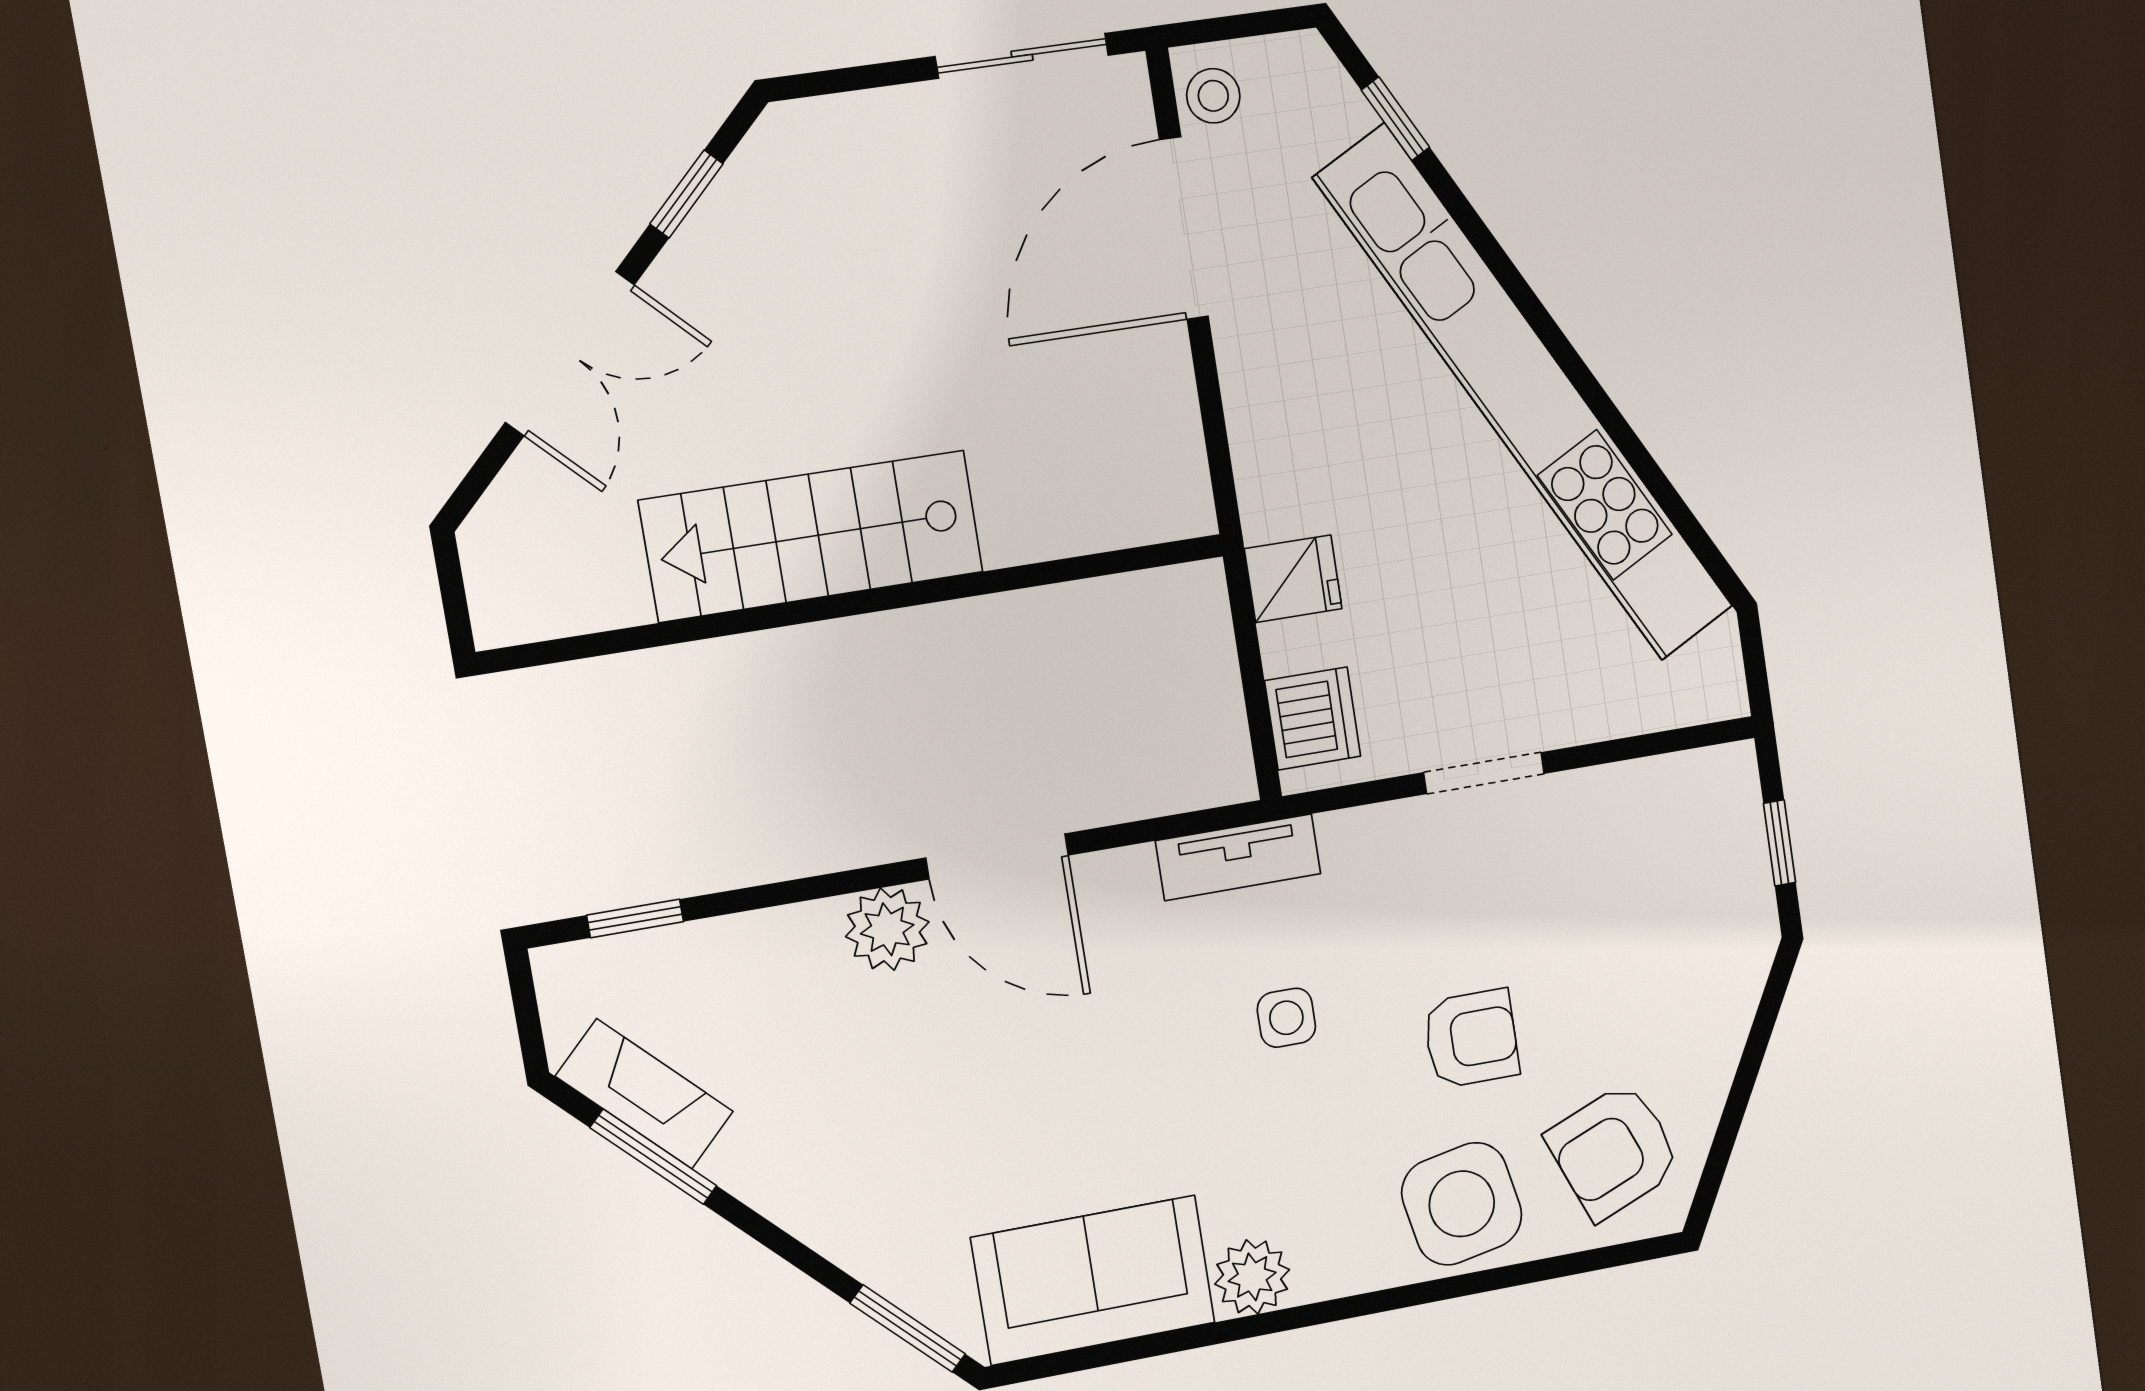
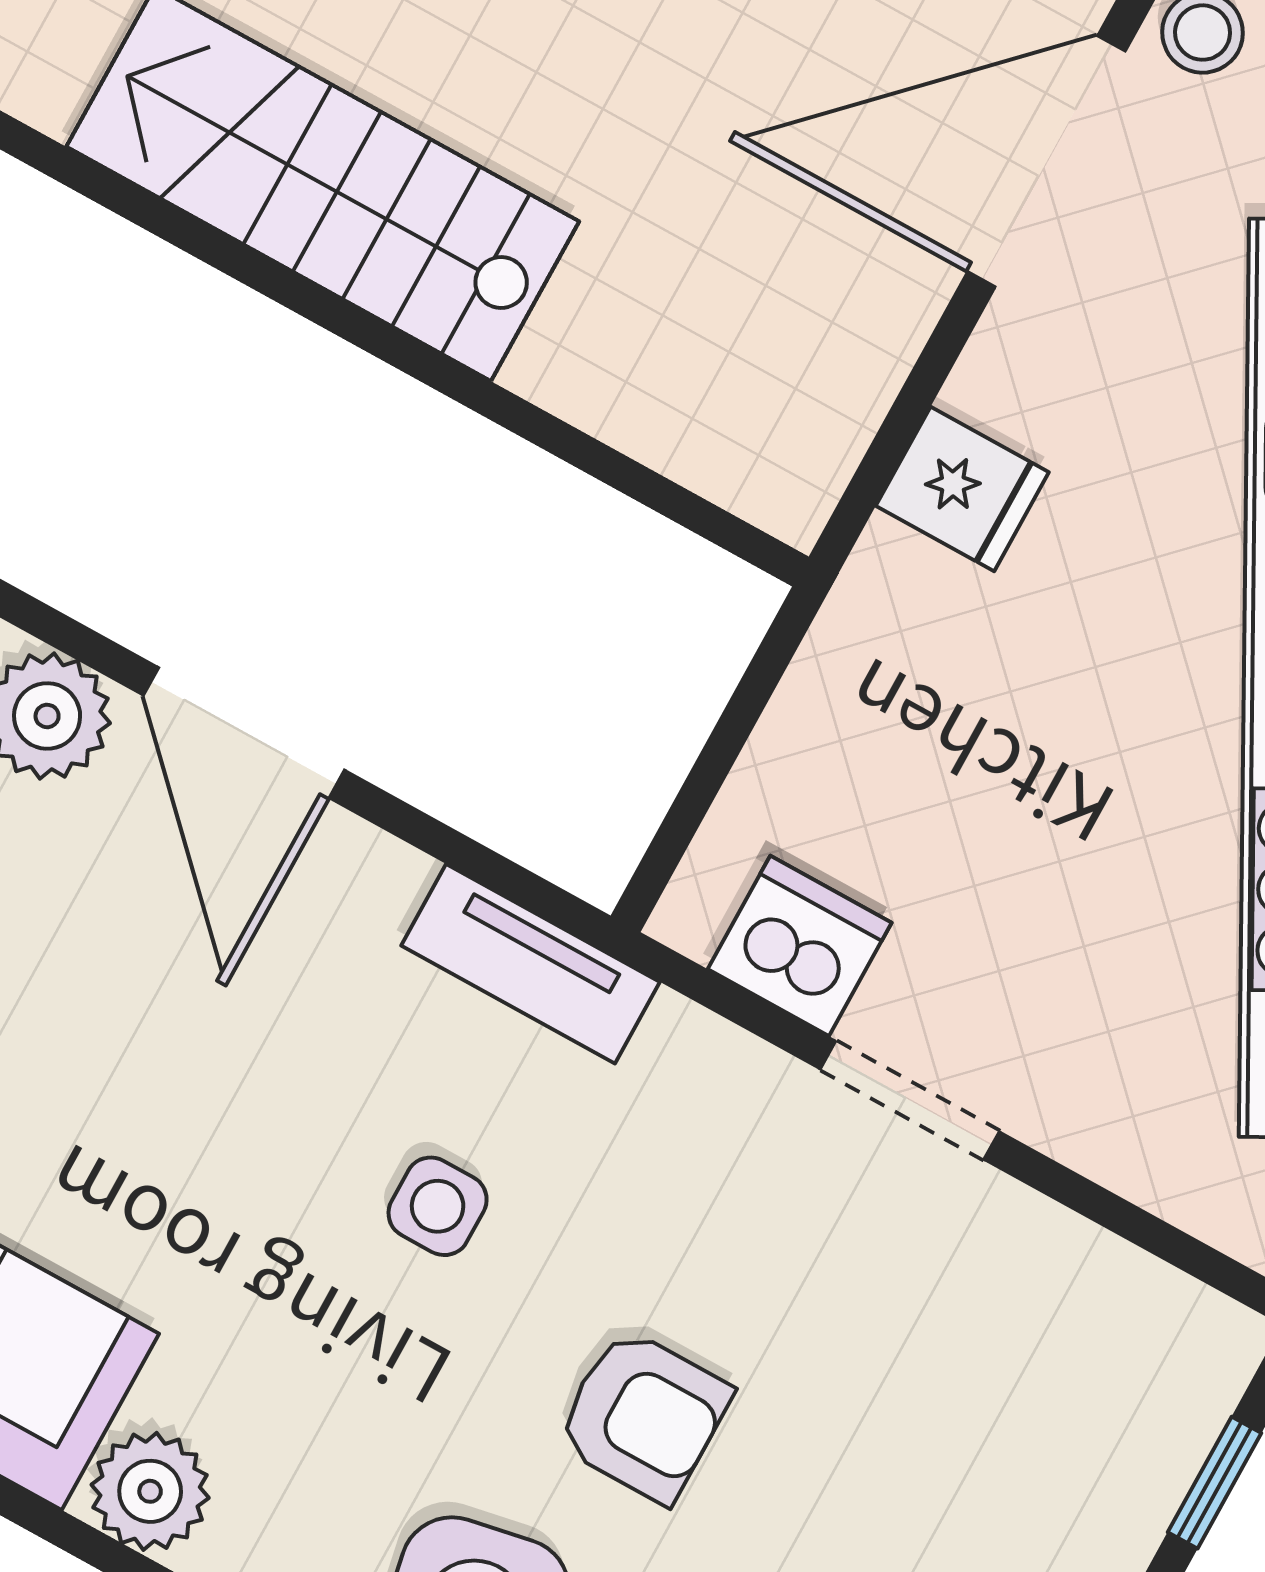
fridge: (1293, 579) -> (962, 489), moved
dishwasher: (1313, 718) -> (800, 946), moved, turned -90

